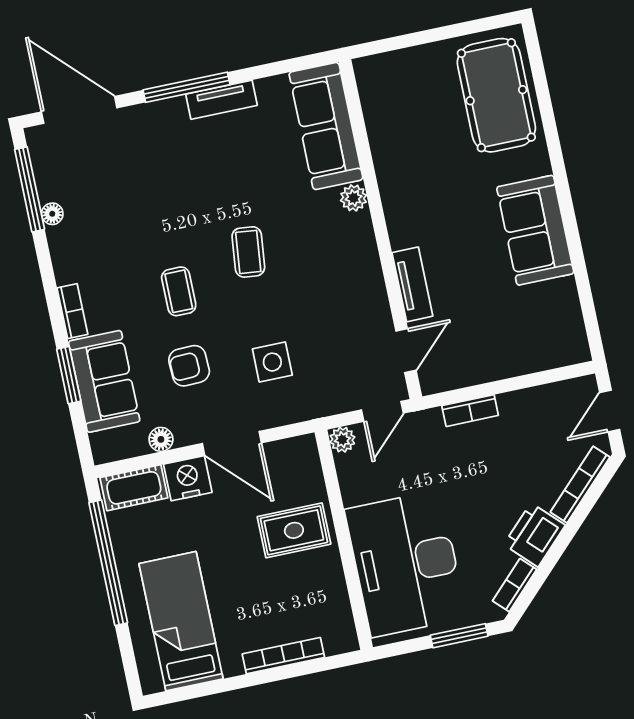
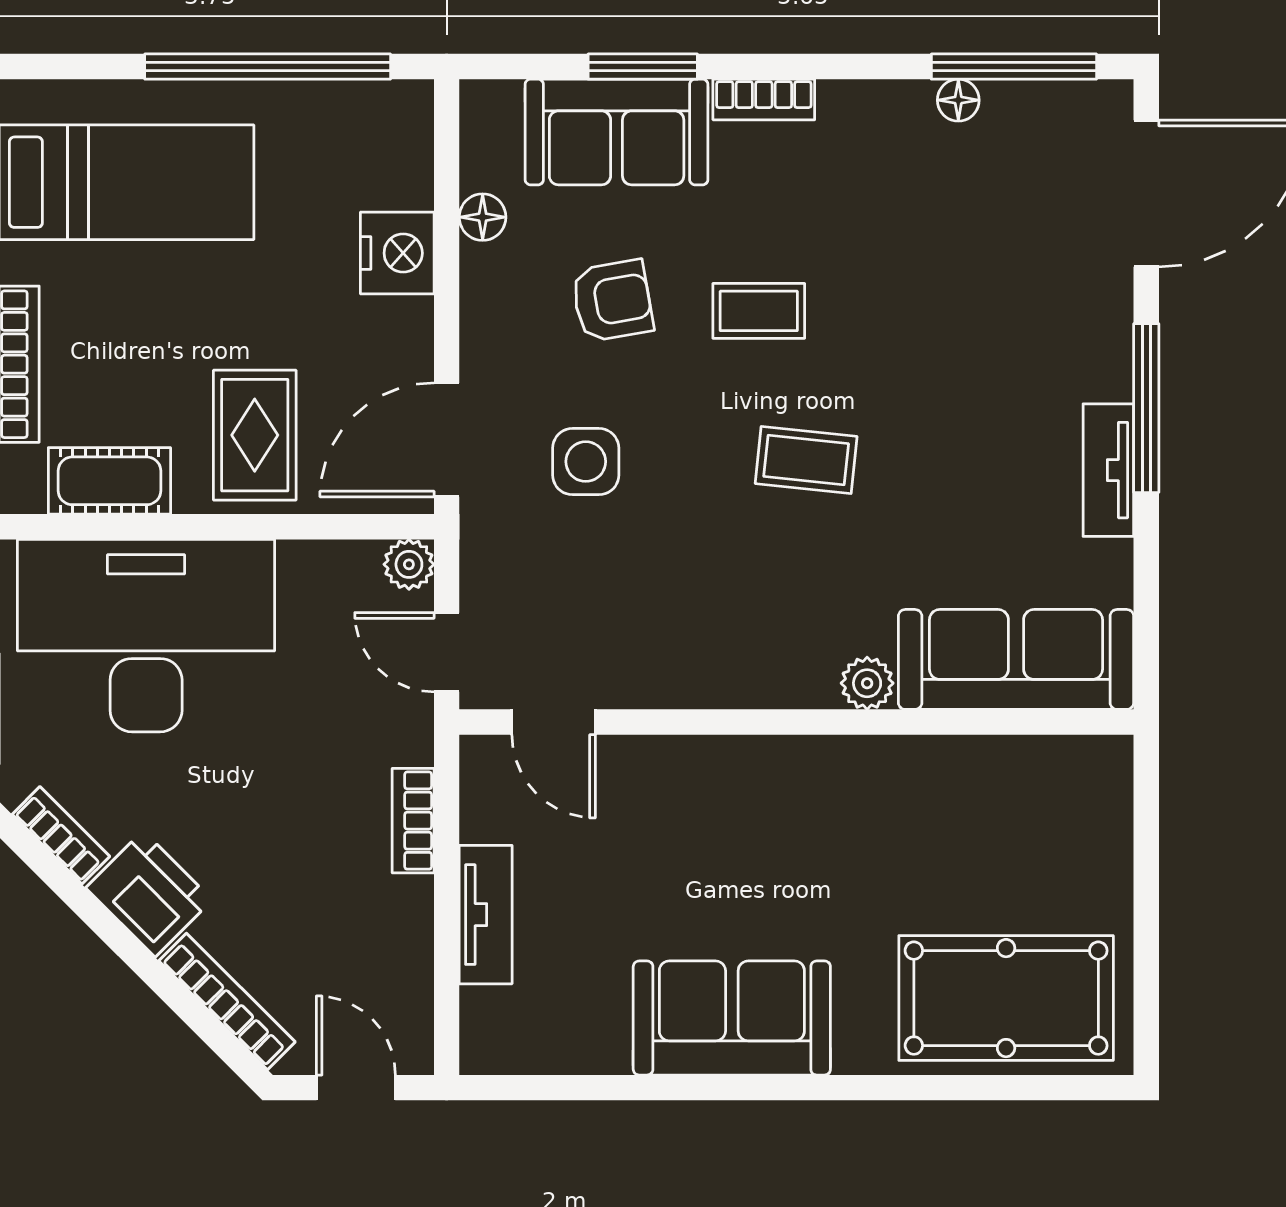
tv unit: (412, 284) -> (486, 915), moved, turned -90
armchair: (189, 366) -> (612, 301), turned 82
door: (232, 443) -> (447, 440), moved
cot: (134, 488) -> (109, 481), moved, turned 90

